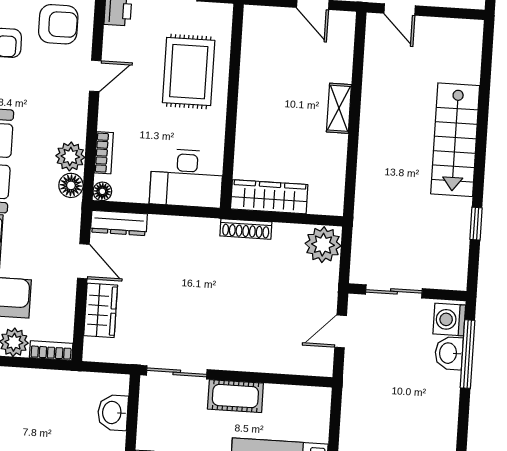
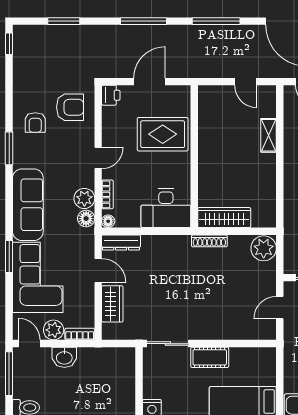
rug: (189, 72) -> (163, 134), turned 90
door: (95, 76) -> (98, 158), moved
shelving: (339, 108) -> (269, 135), moved
washbasin: (113, 413) -> (64, 357), moved, turned -90

